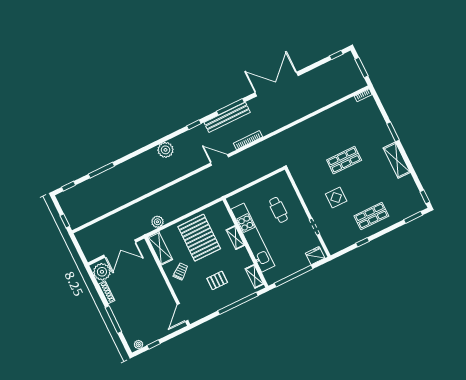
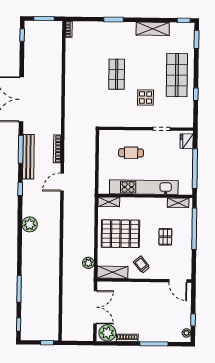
shelving: (397, 160) -> (153, 29), moved
shop shelf: (371, 216) -> (177, 75), width x1.43, depth x1.36
shelving: (235, 238) -> (109, 202), moved

